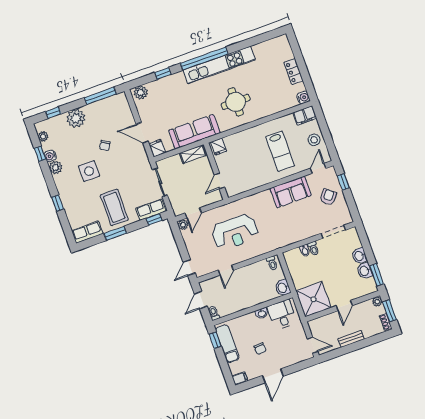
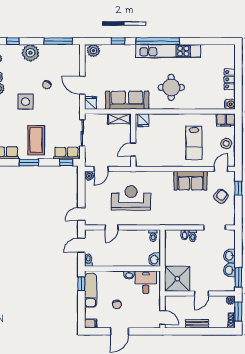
reception desk: (235, 232) -> (131, 198), turned 180

